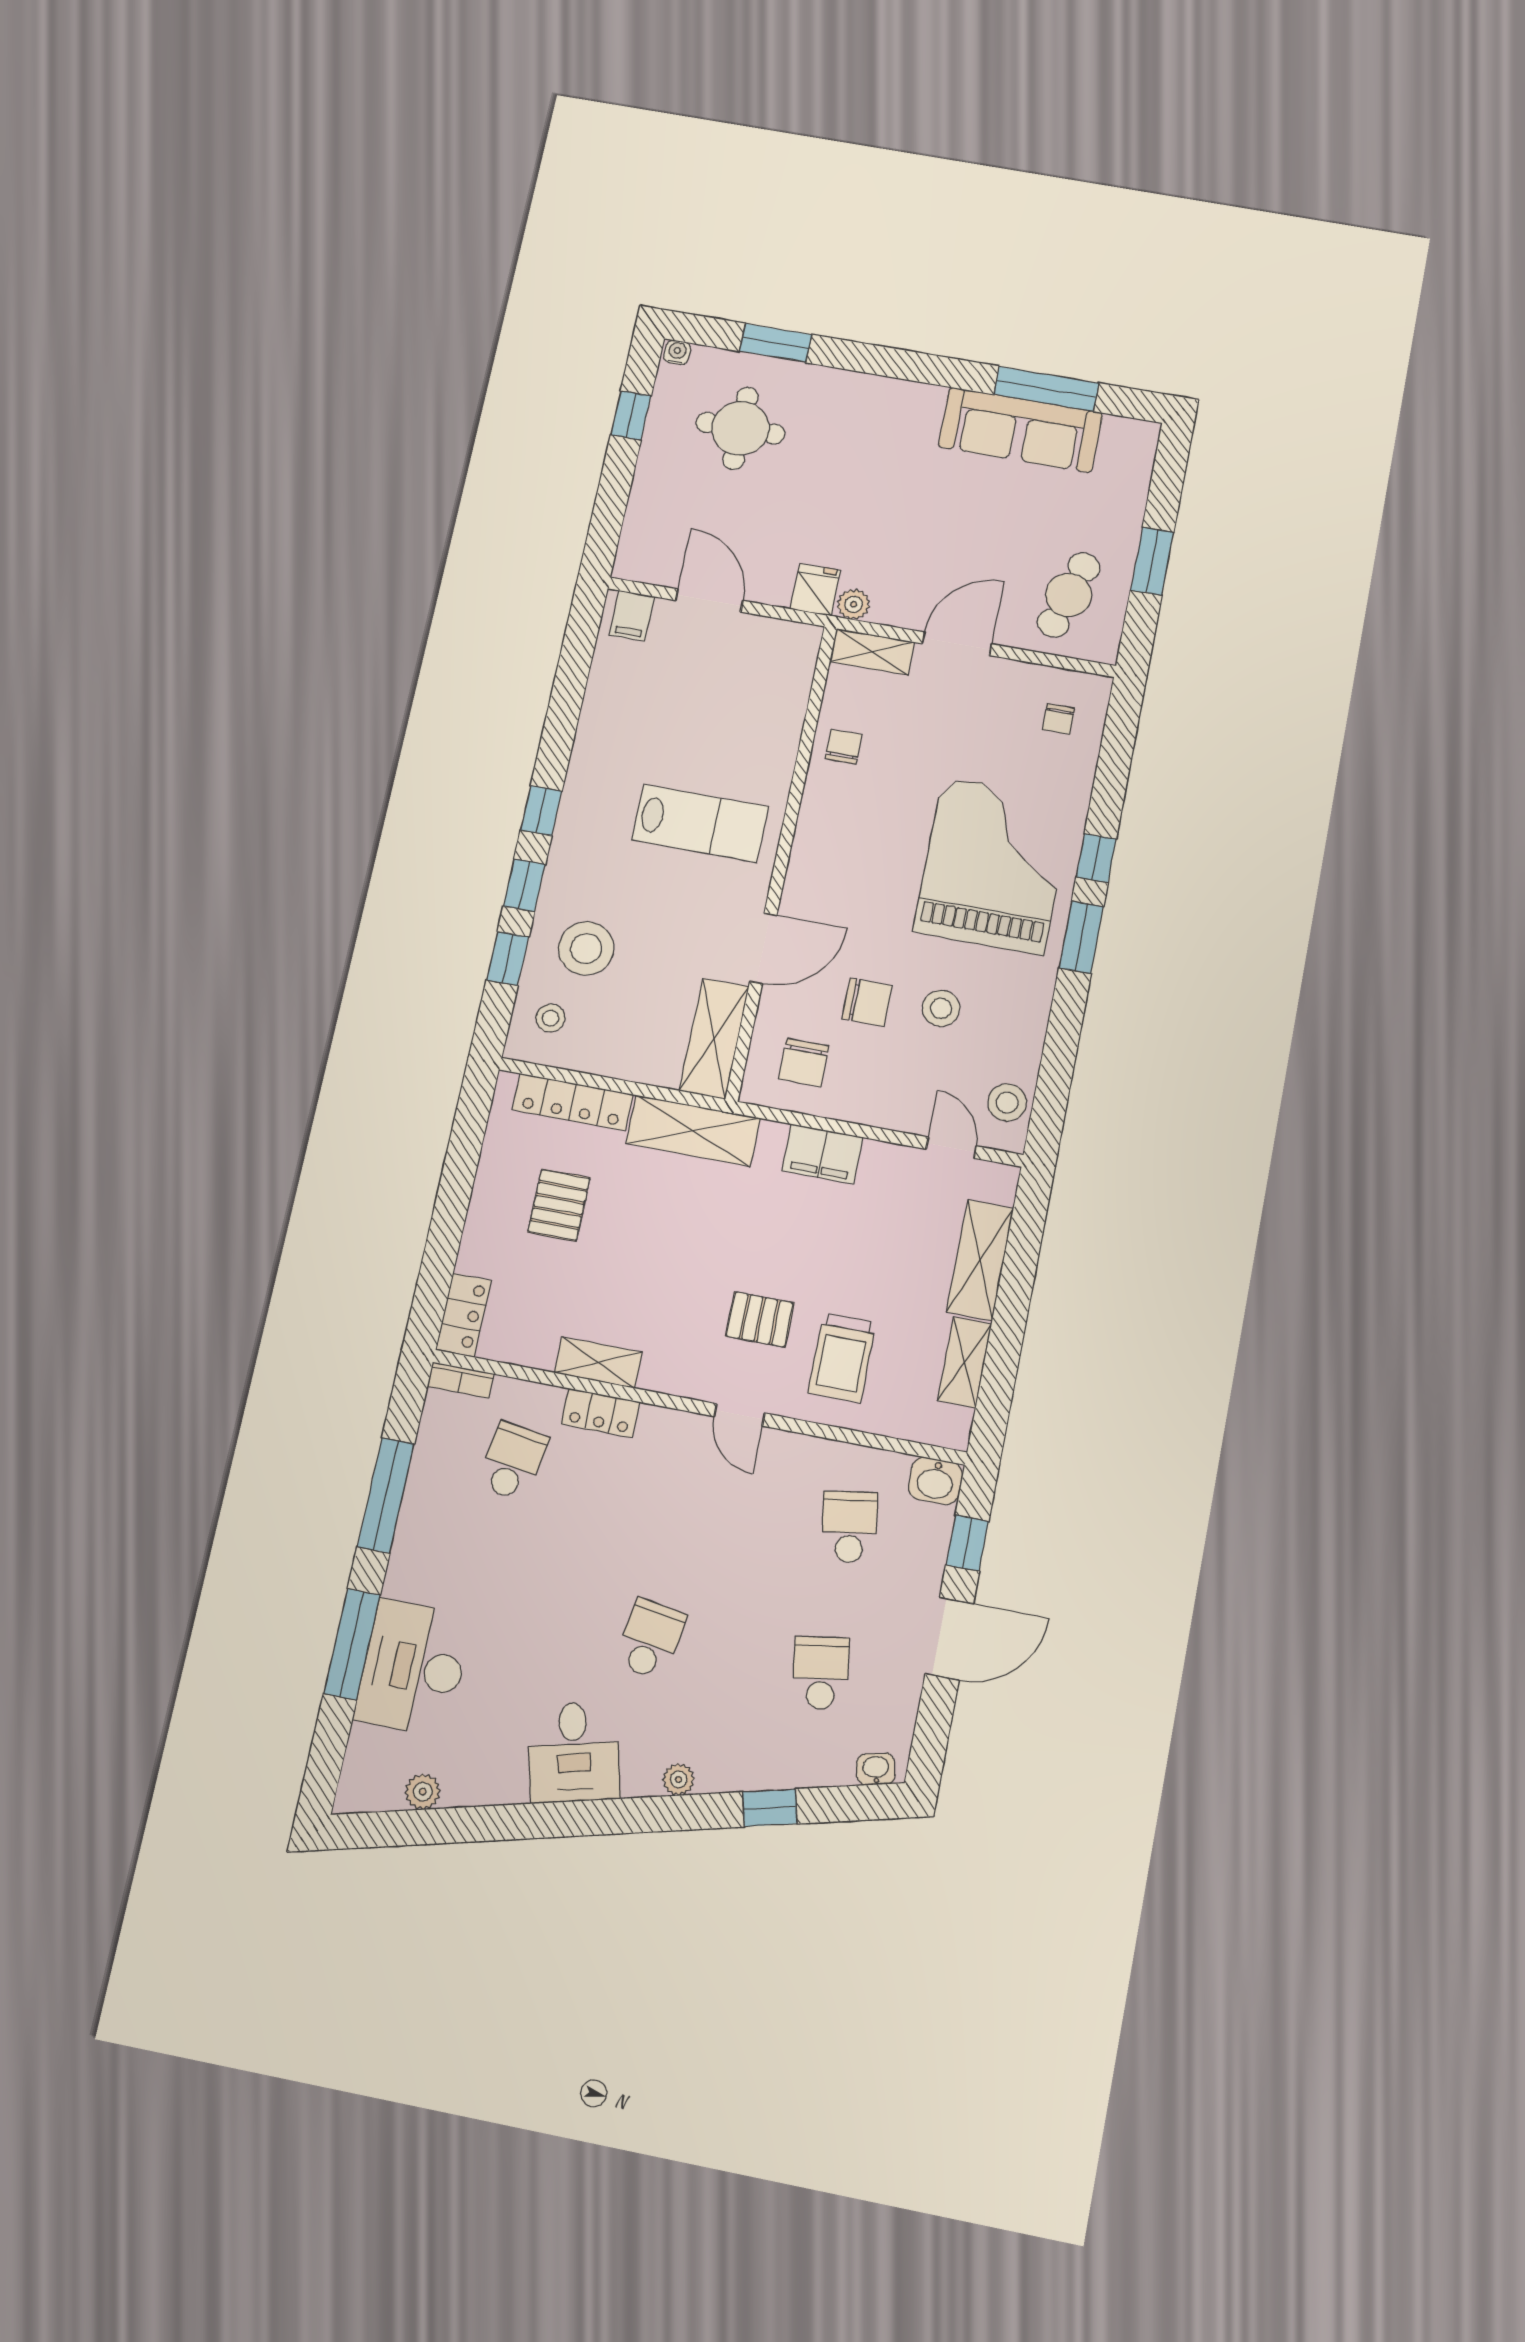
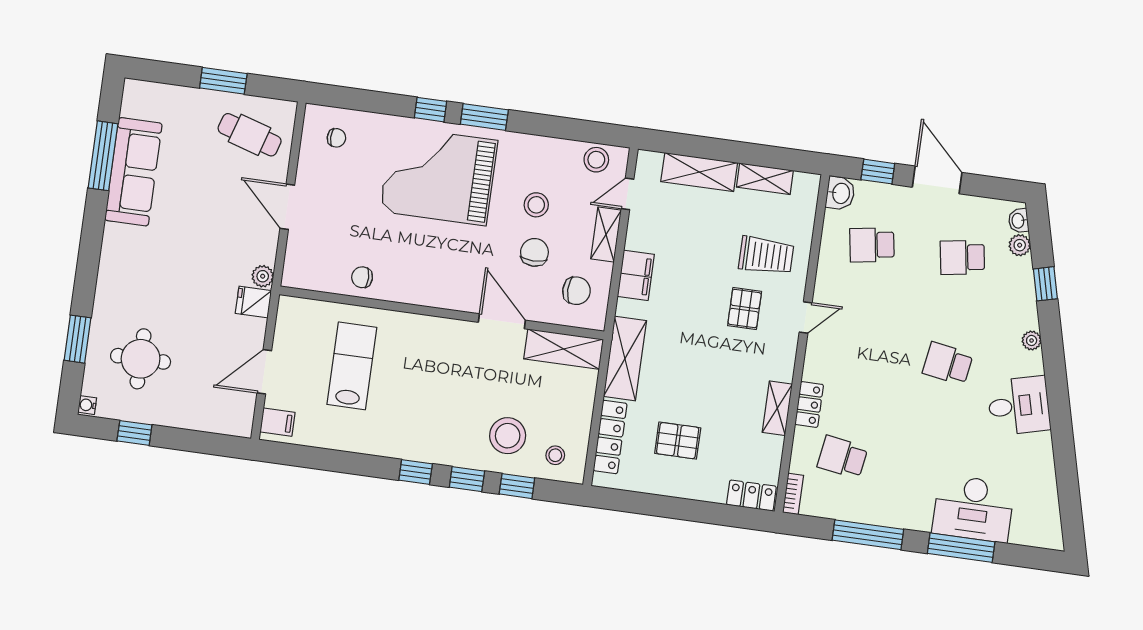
shelving: (872, 652) -> (606, 235), moved
lab bench: (700, 823) -> (352, 366), moved
plant: (423, 1792) -> (1020, 245), moved

